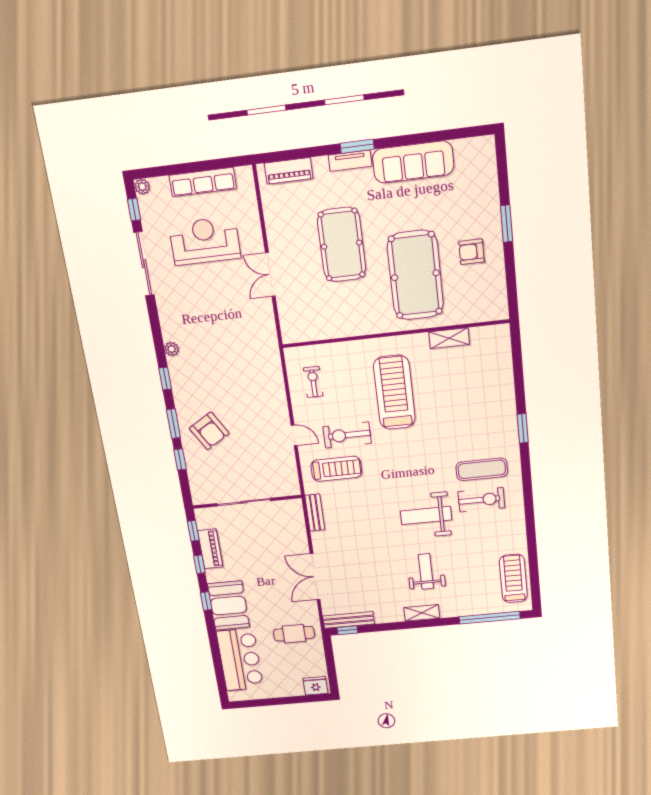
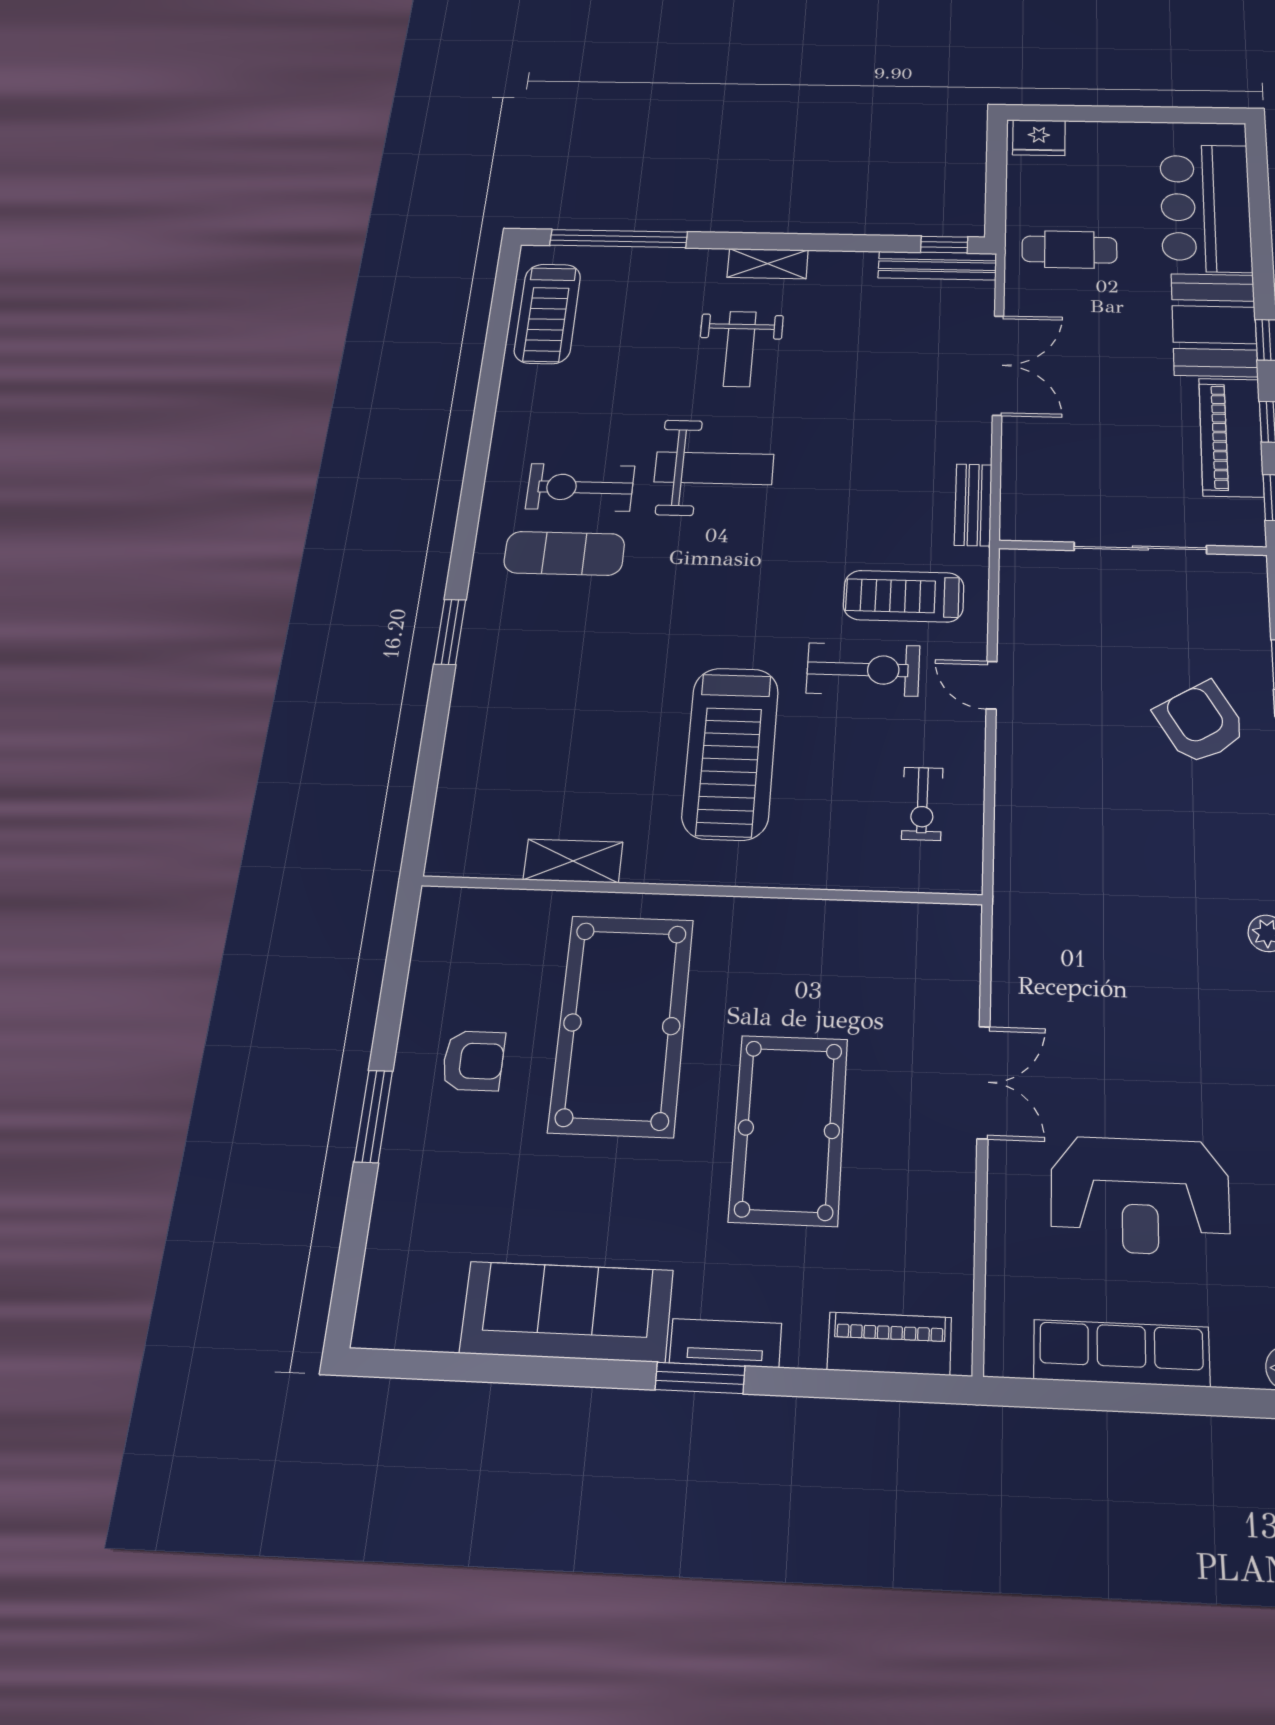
piano: (210, 549) -> (1231, 437), width x1.37, depth x1.33

